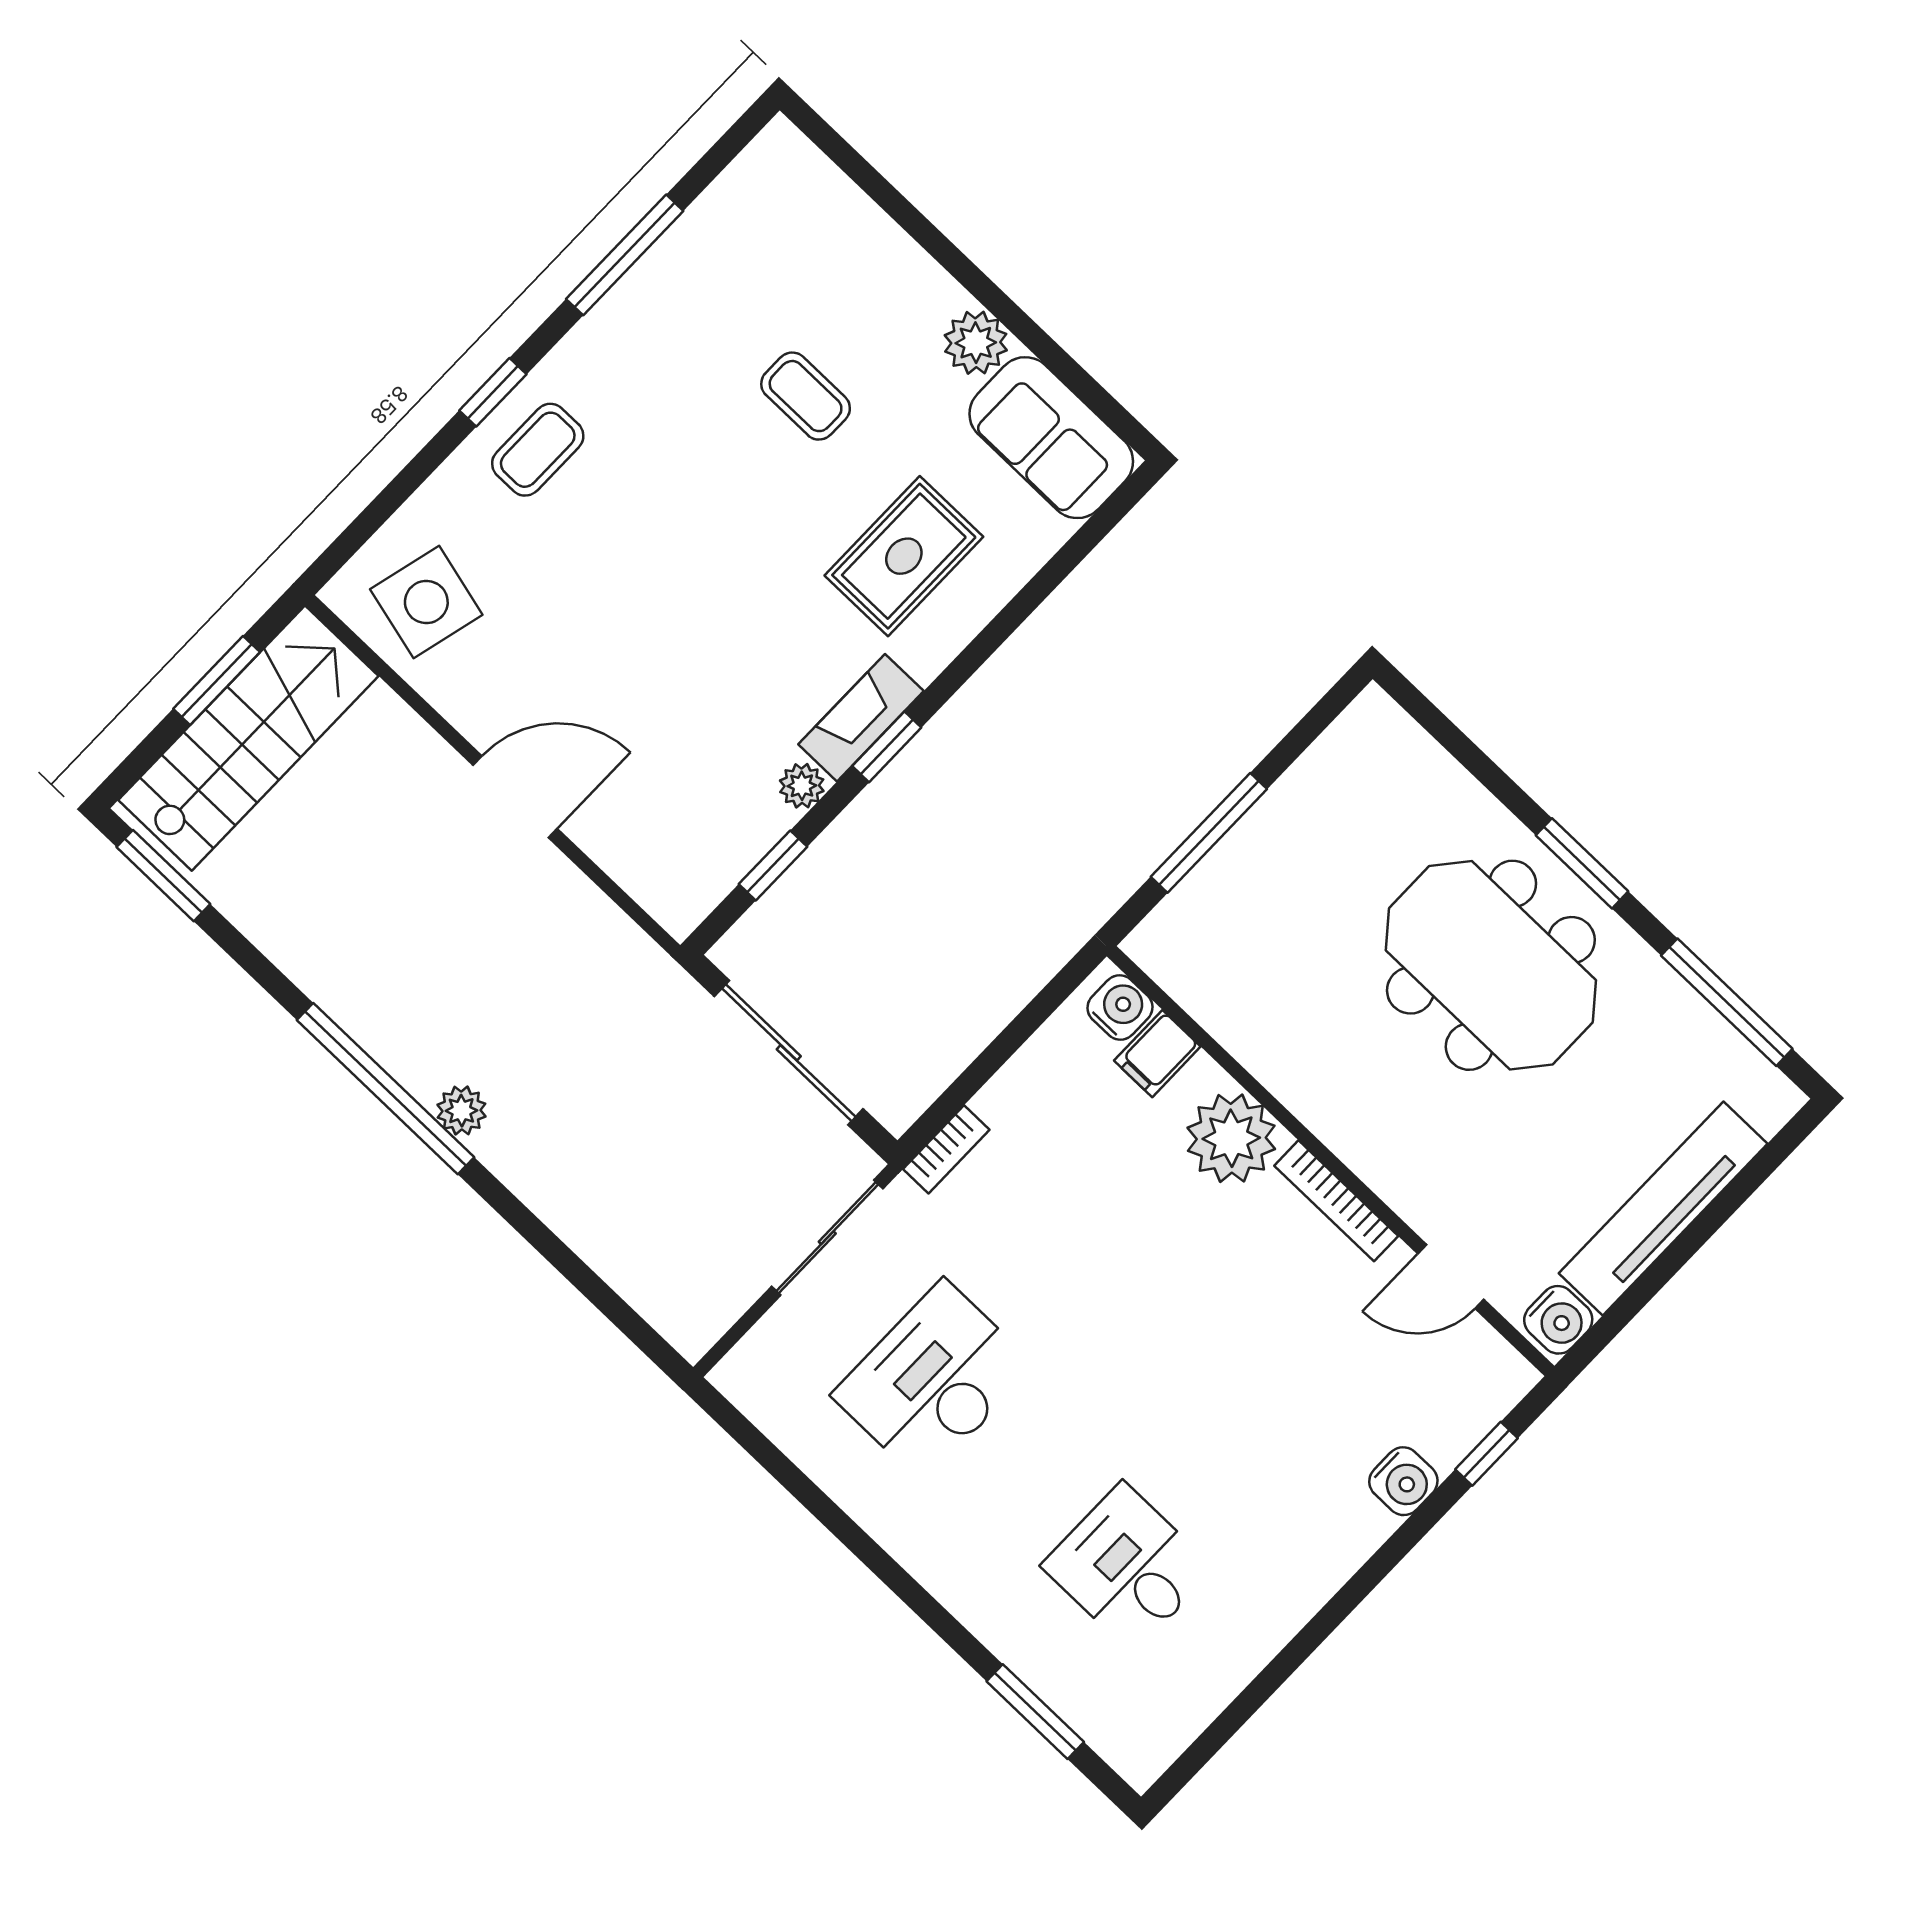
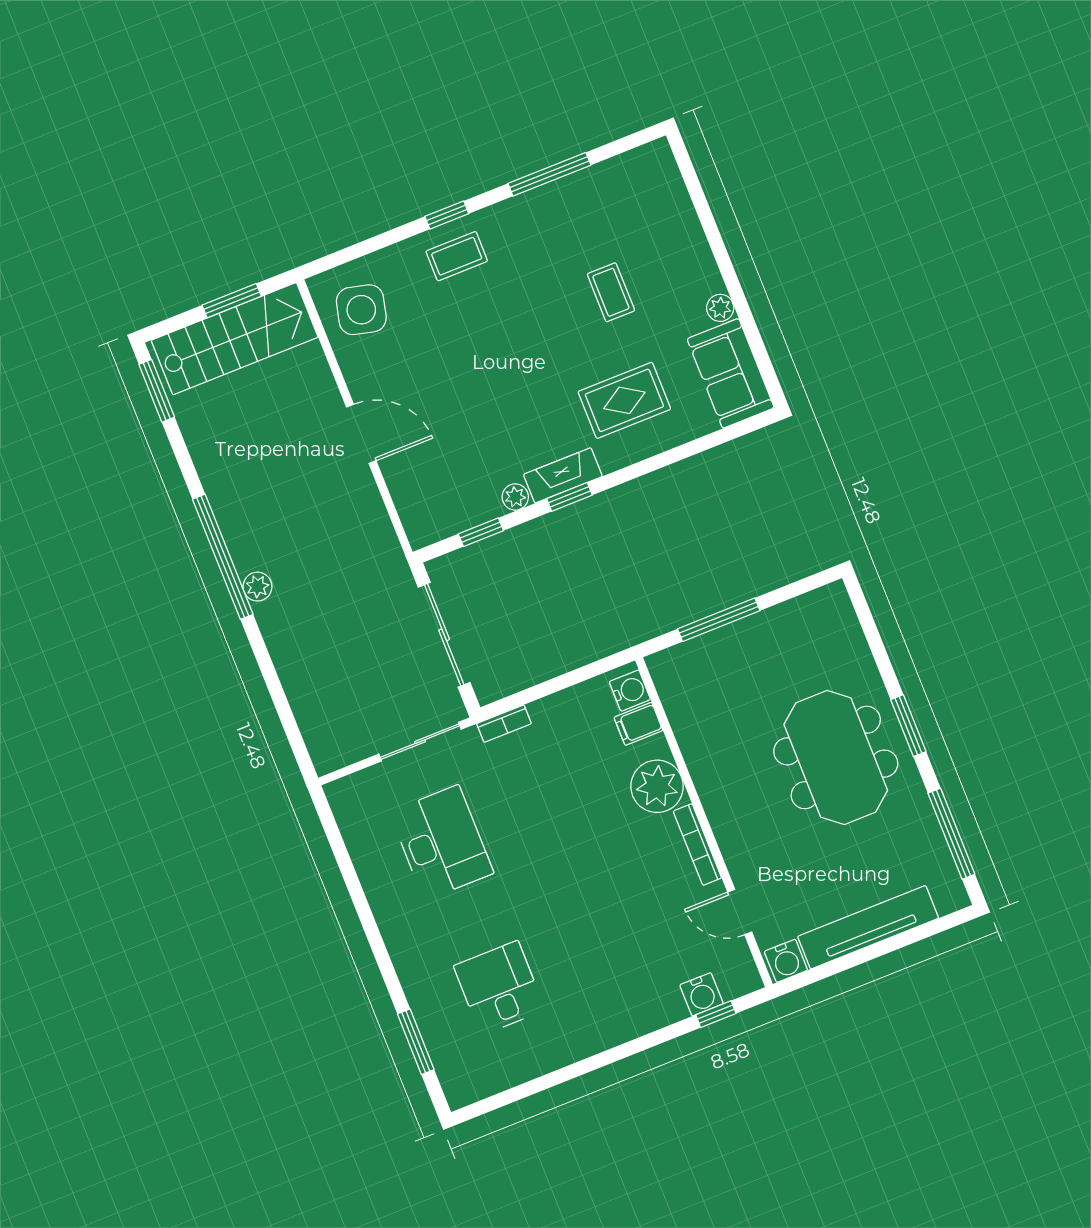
plant: (976, 343) -> (720, 308), width x0.73, depth x0.73
desk: (933, 1381) -> (442, 843), turned 90
water cooler: (1403, 1481) -> (702, 994), moved

